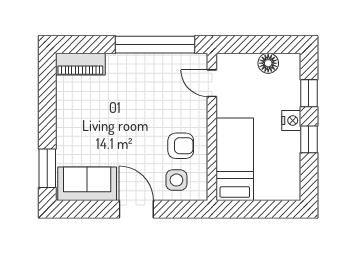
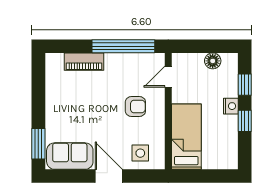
piano: (80, 64) -> (84, 62), moved
door: (212, 83) -> (168, 77), hinge flipped
armchair: (181, 146) -> (135, 106), moved

